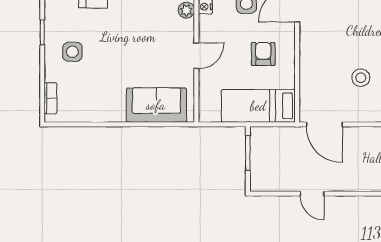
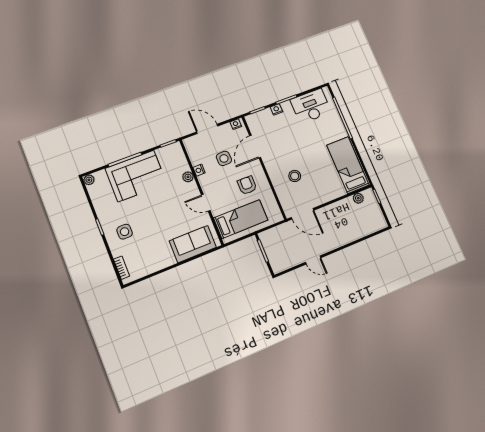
door: (196, 56) -> (206, 203), swing flipped
stool: (361, 78) -> (295, 176), moved
bed: (258, 106) -> (241, 219), moved, turned 180

